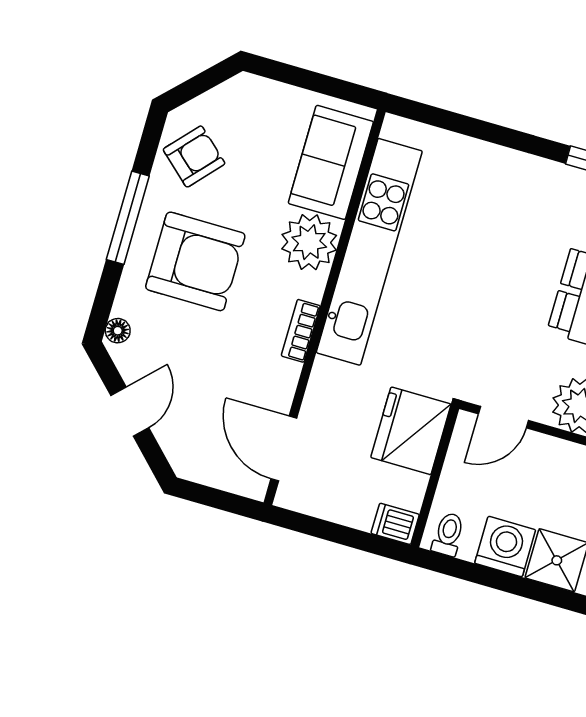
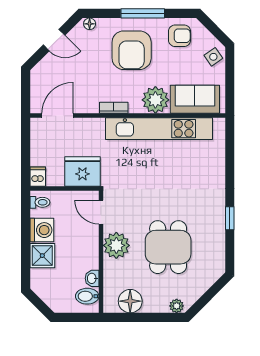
side table: (256, 101) -> (213, 57), added
armchair: (194, 156) -> (180, 36), turned -42

